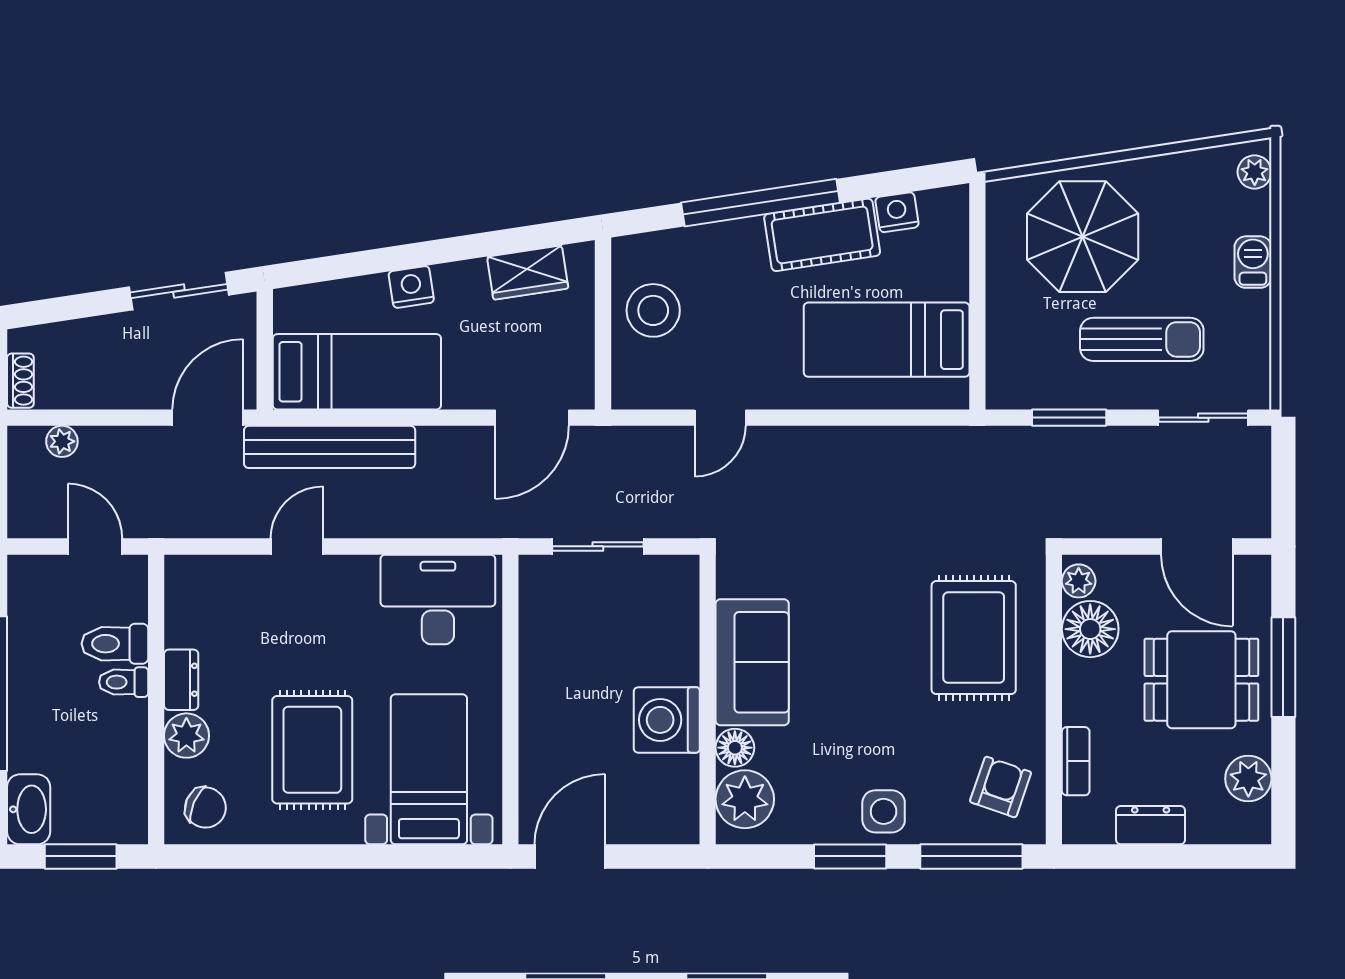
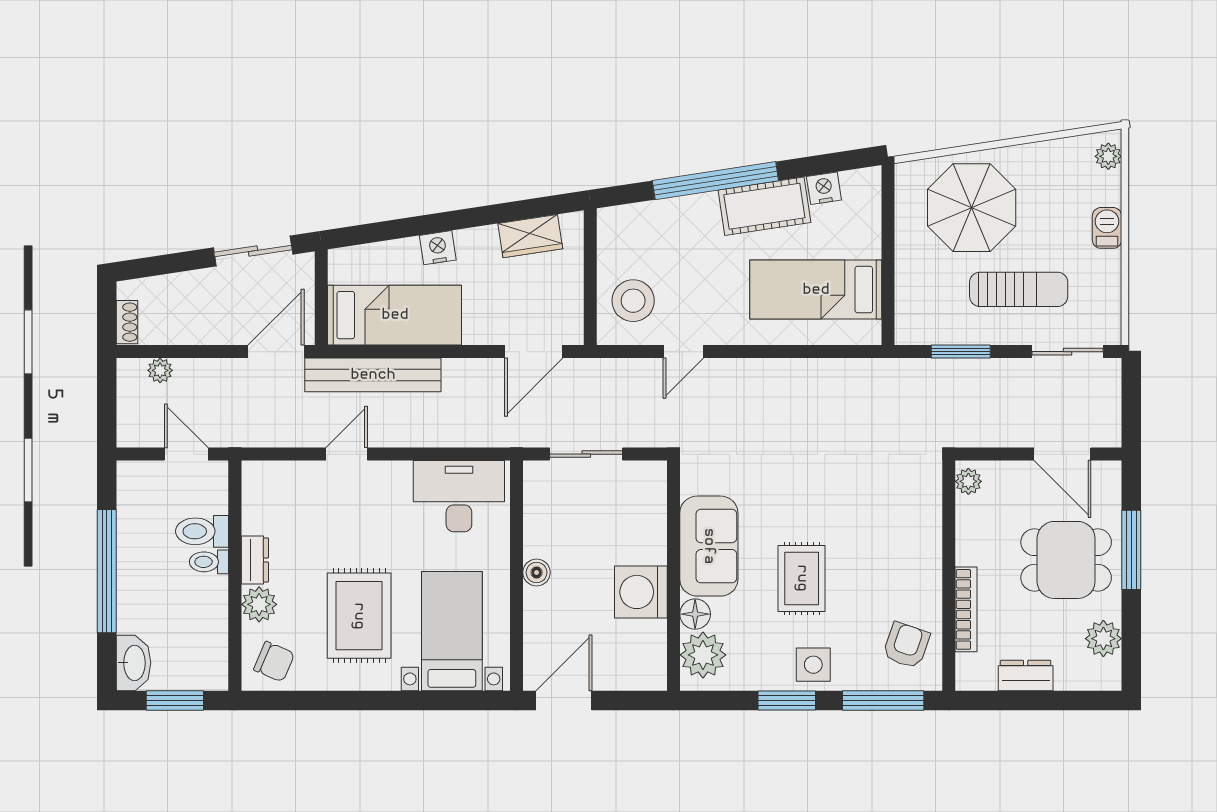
stool: (653, 310) -> (633, 301), moved
floor lamp: (1090, 629) -> (978, 520), removed
rug: (974, 638) -> (802, 578), moved, width x0.73, depth x0.70
boiler: (535, 695) -> (537, 572), added
bookcase: (1076, 761) -> (966, 609), width x1.56

